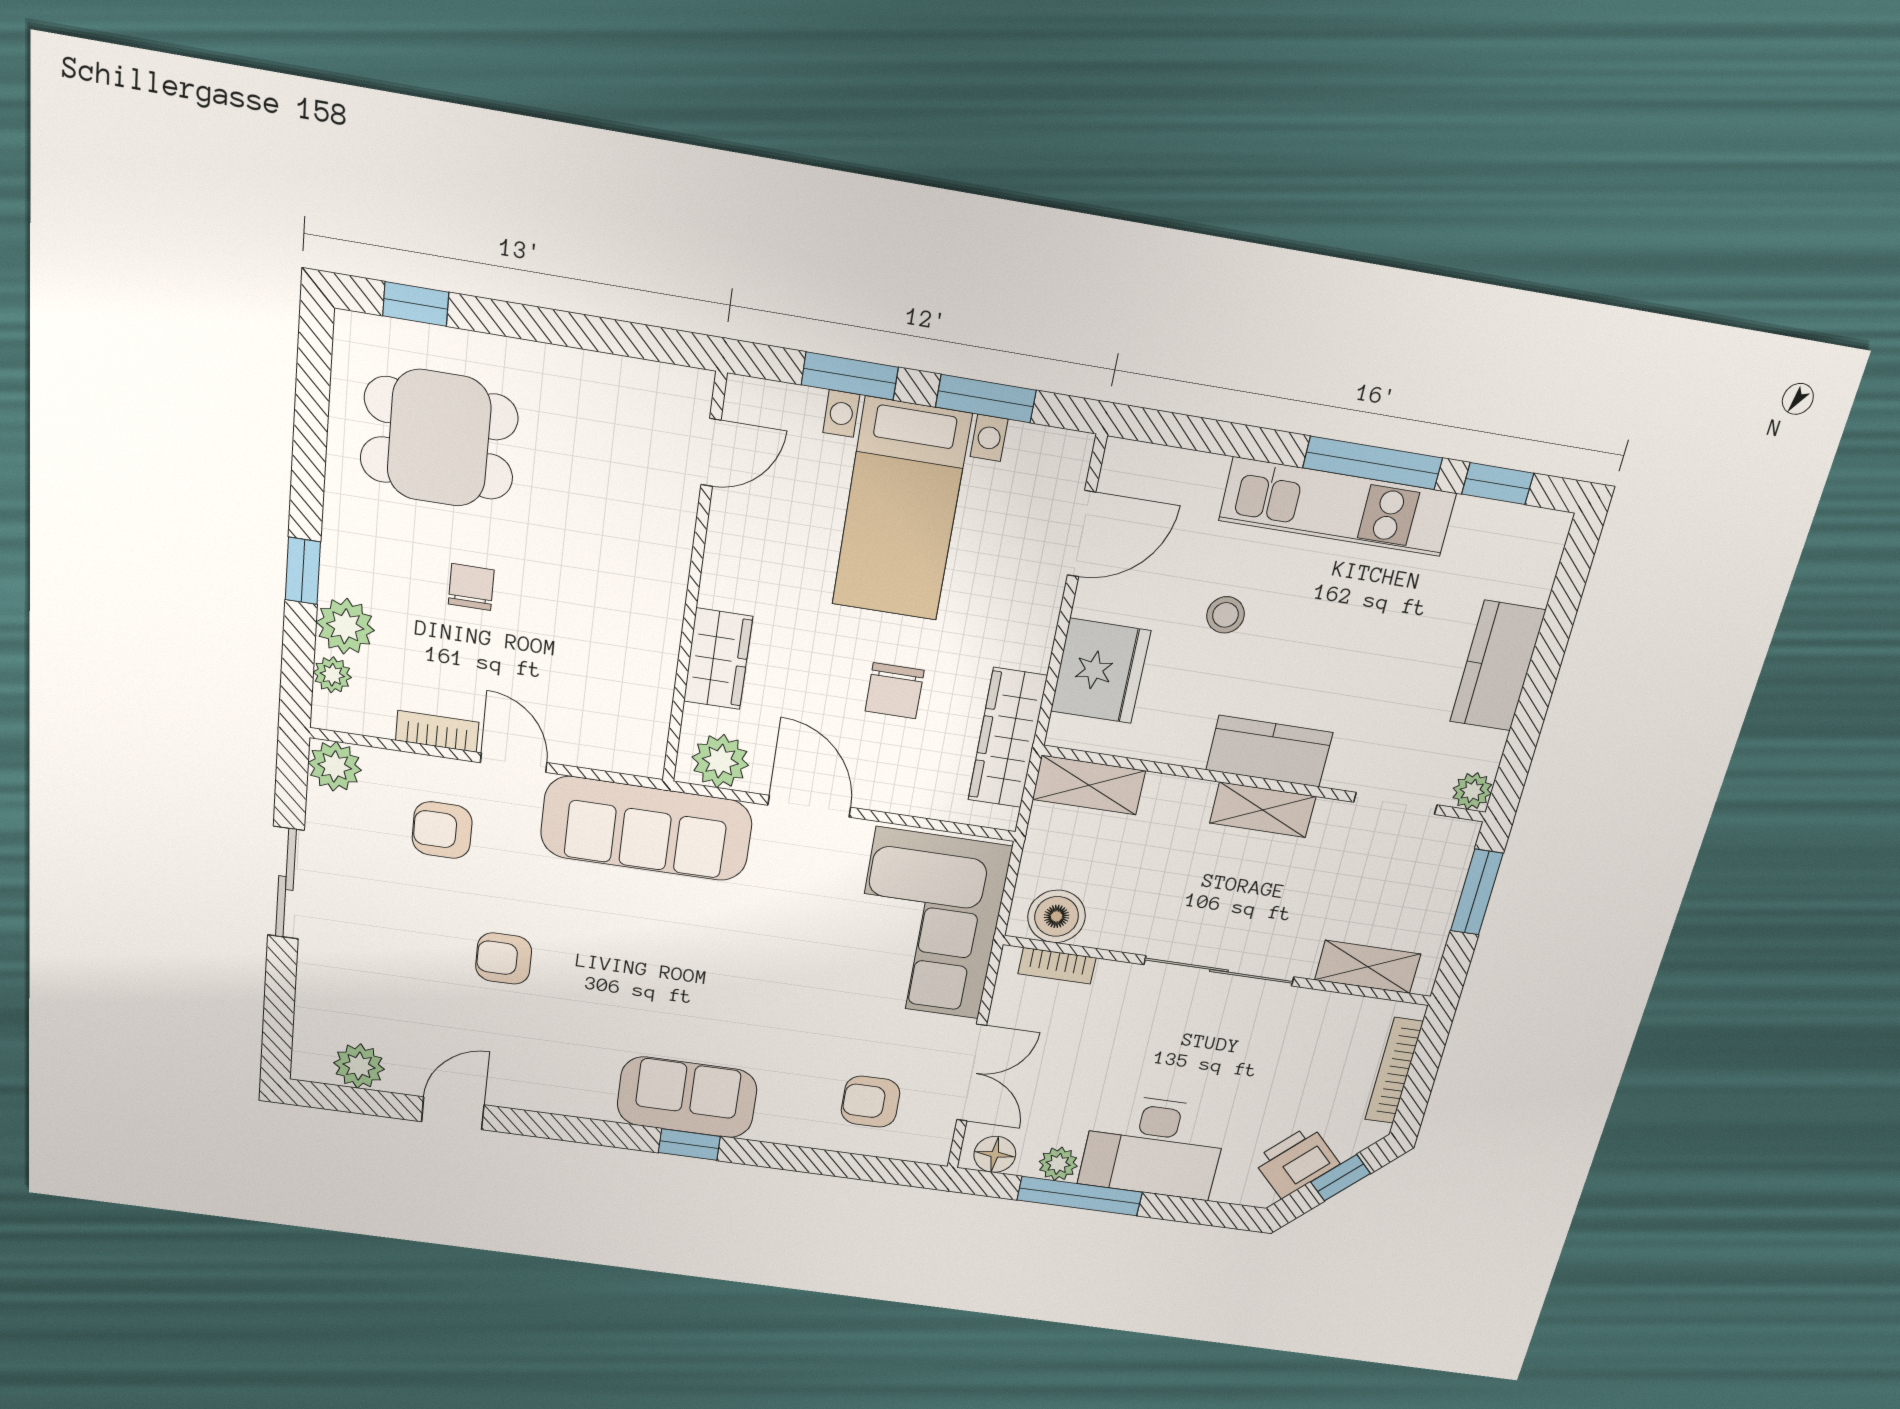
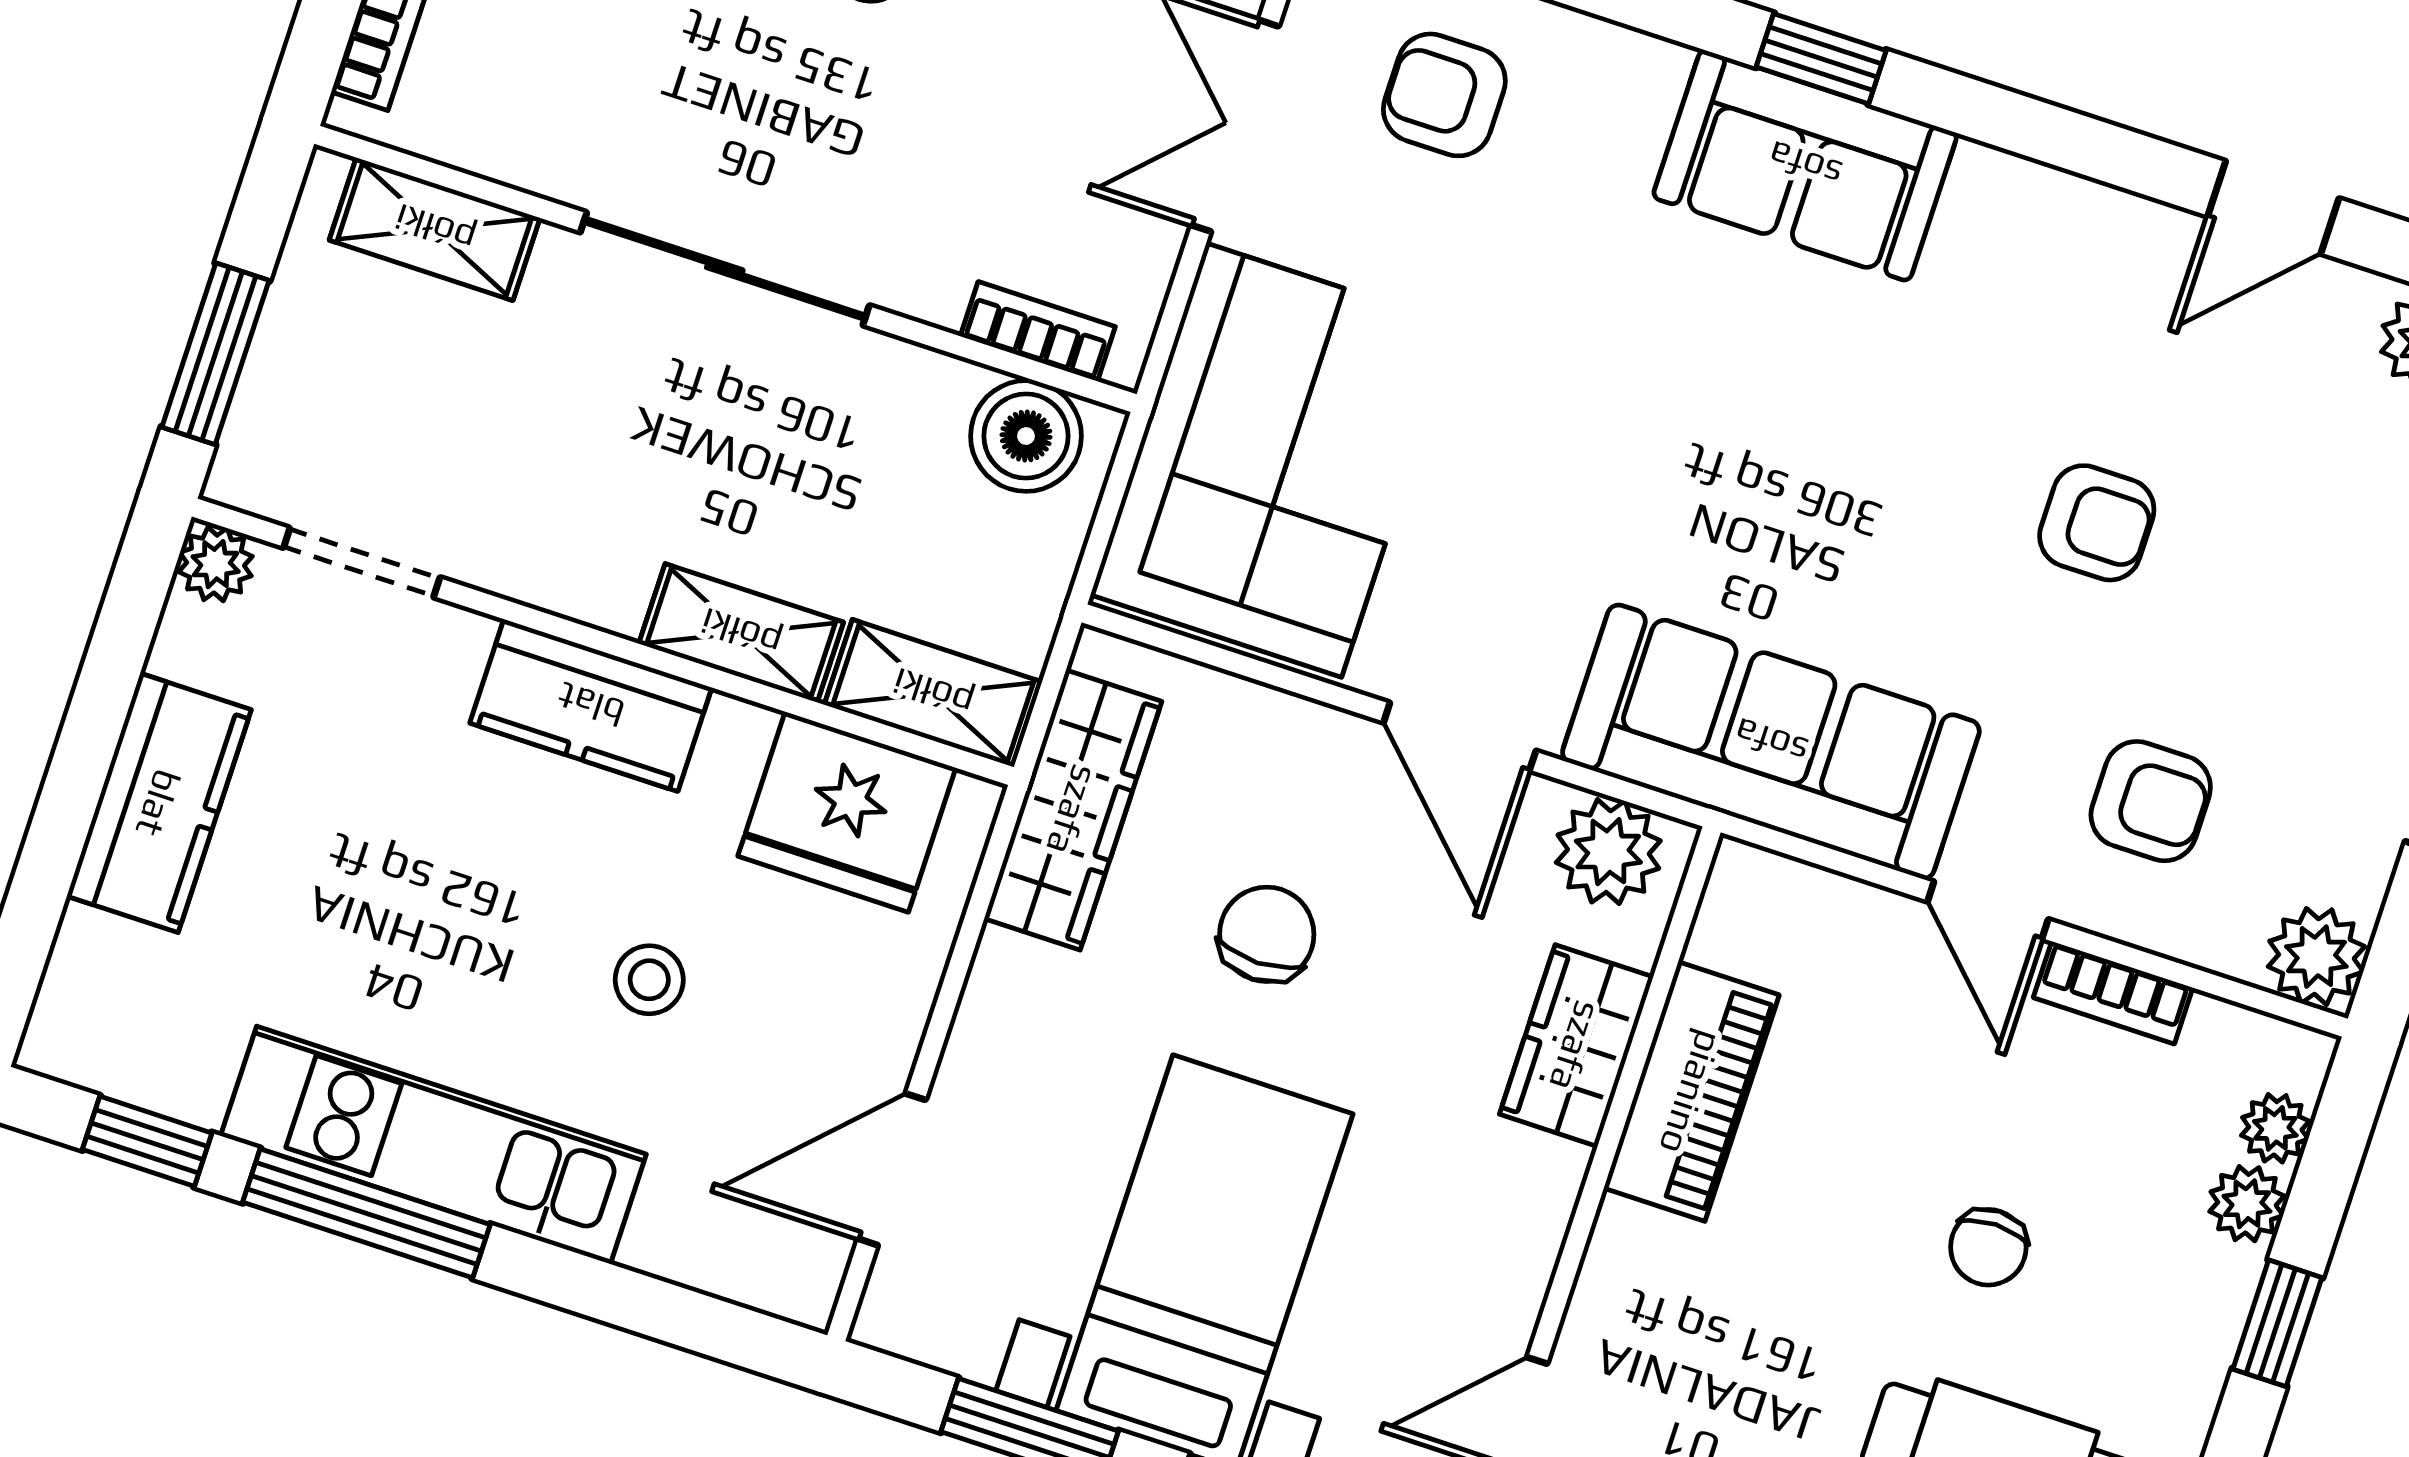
plant: (345, 626) -> (2247, 1204), width x0.73, depth x0.73
piano: (651, 645) -> (1692, 1092), added
fridge: (1100, 671) -> (847, 812), moved, turned -90
shelving: (1263, 810) -> (741, 633), moved
armchair: (870, 1102) -> (1444, 95), turned 180

